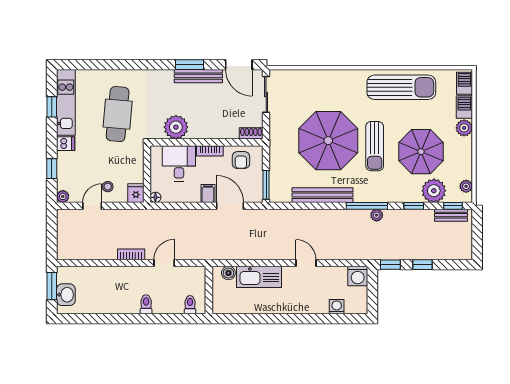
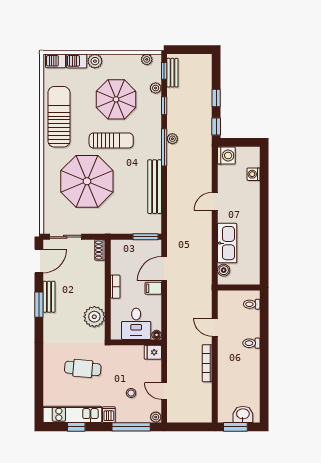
bench: (198, 76) -> (49, 297), width x0.73
cafe table: (118, 114) -> (83, 368), width x0.73, depth x0.74
parasol: (328, 141) -> (87, 181), moved
armchair: (241, 160) -> (123, 259), removed
desk: (179, 163) -> (136, 324), moved, turned -90
window: (52, 169) -> (131, 427), width x2.17
stool: (108, 187) -> (131, 393), moved
plant: (434, 191) -> (156, 88), width x0.53, depth x0.53
bookcase: (131, 254) -> (207, 363), width x1.56

